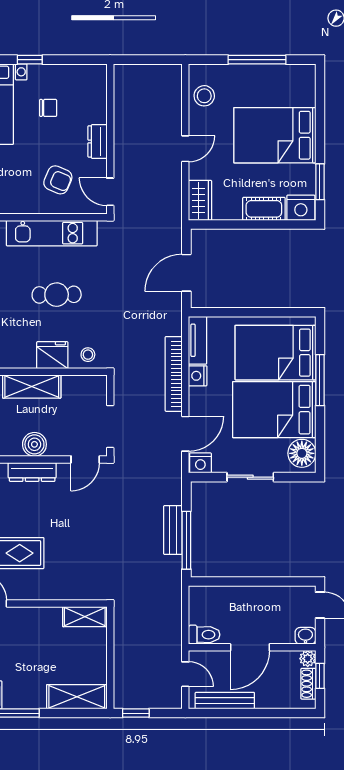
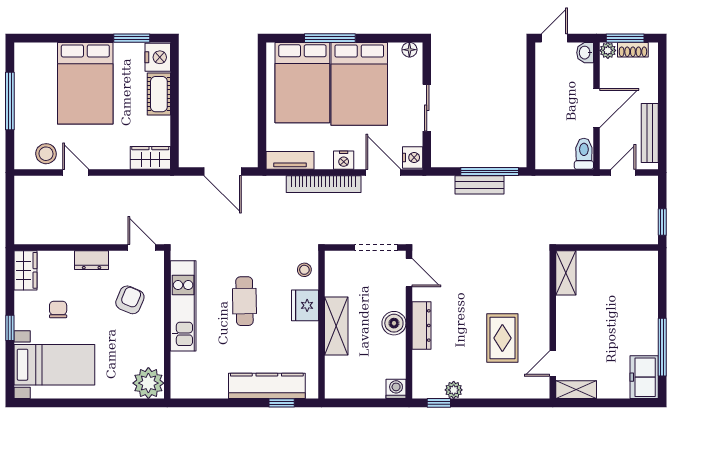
wardrobe: (87, 75) -> (25, 270), added
door: (185, 149) -> (76, 173), moved
door: (110, 192) -> (142, 248), swing flipped
nightstand: (198, 376) -> (344, 160), moved
floor lamp: (302, 453) -> (409, 50), width x0.53, depth x0.53
door: (250, 647) -> (597, 108), hinge flipped
window: (320, 676) -> (625, 38), width x1.50
shelving: (77, 697) -> (646, 281), removed

